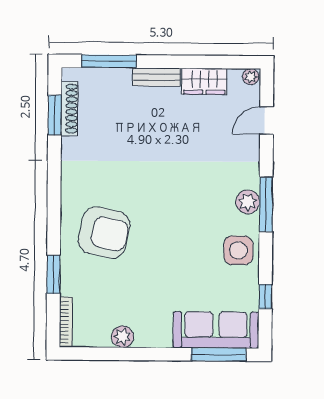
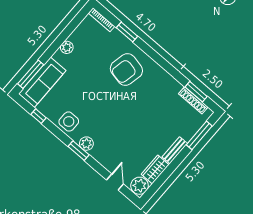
plant: (251, 77) -> (140, 186), width x1.87, depth x1.87
window: (266, 204) -> (79, 151), width x0.69
plant: (122, 337) -> (67, 47), moved

